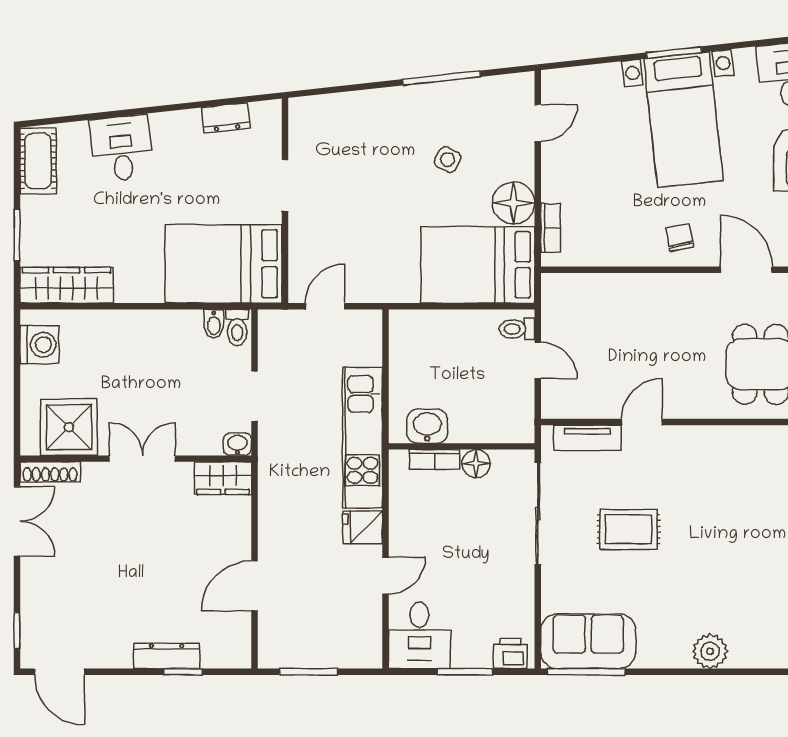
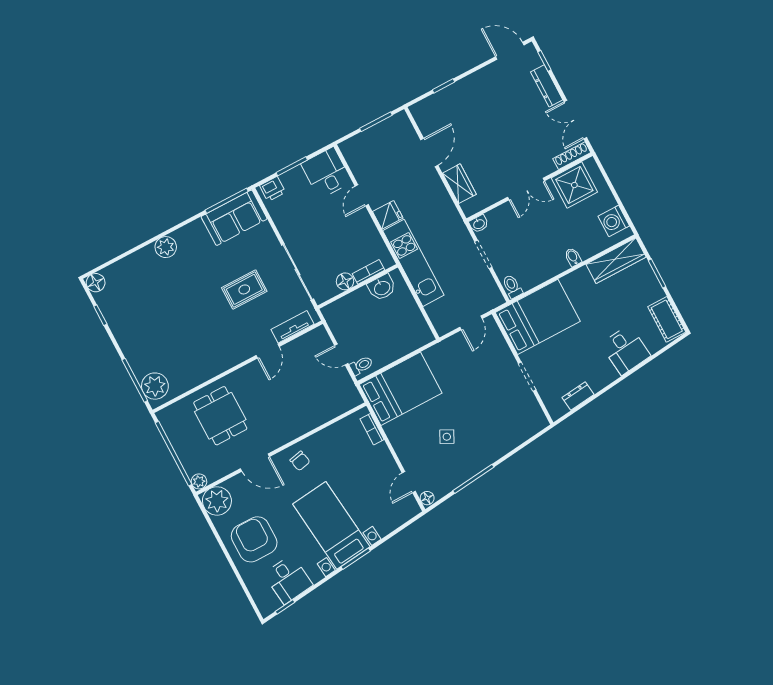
floor lamp: (514, 203) -> (427, 498), moved, width x0.53, depth x0.53
bidet: (214, 324) -> (573, 257), moved
wardrobe: (223, 478) -> (459, 184), moved, turned 90
dresser: (167, 656) -> (547, 86), moved, turned 90

